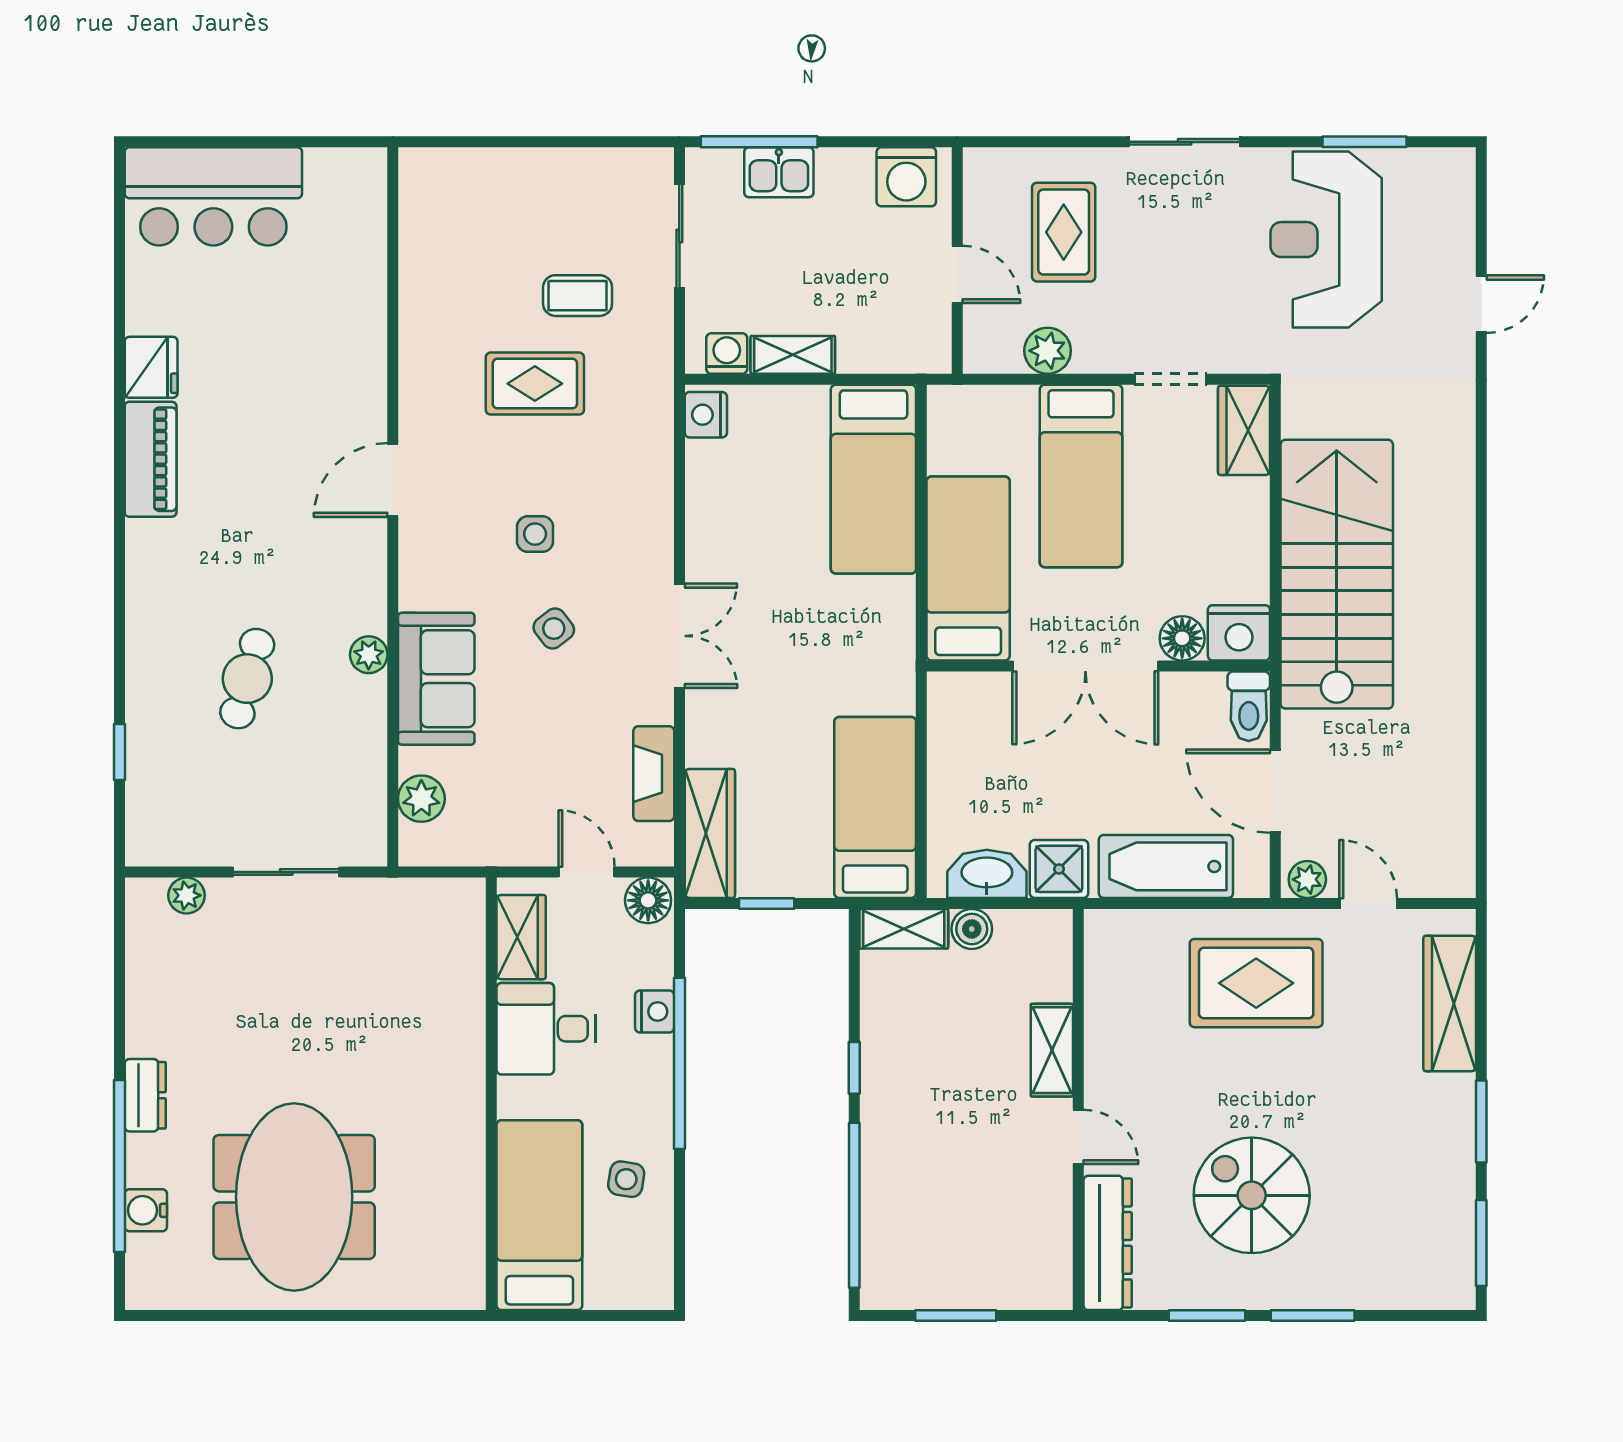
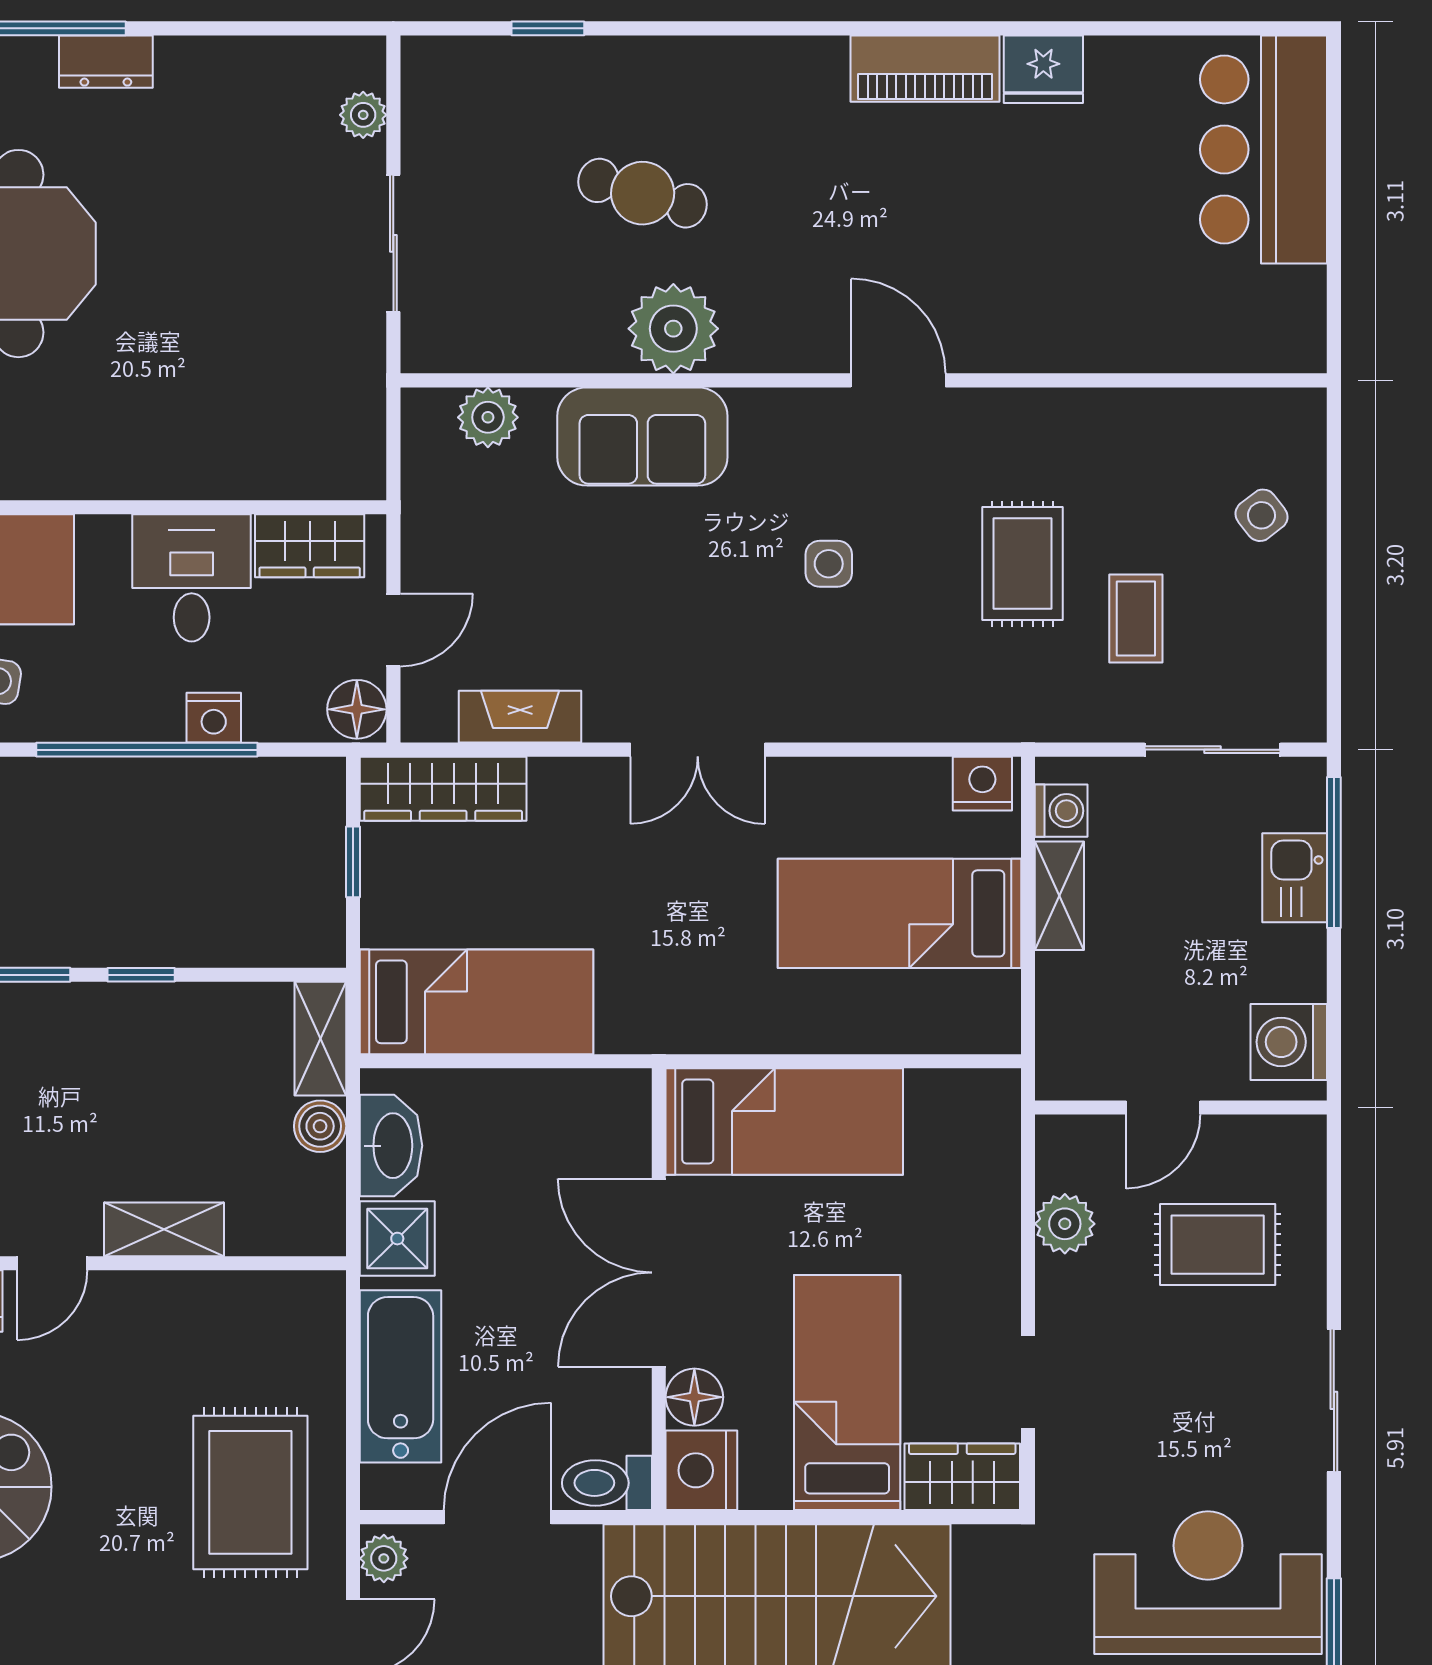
bed: (1081, 476) -> (847, 1393), moved, turned 90
bed: (873, 479) -> (899, 913), moved
side table: (554, 629) -> (1261, 515), moved
plant: (369, 655) -> (673, 329), width x1.87, depth x1.87

